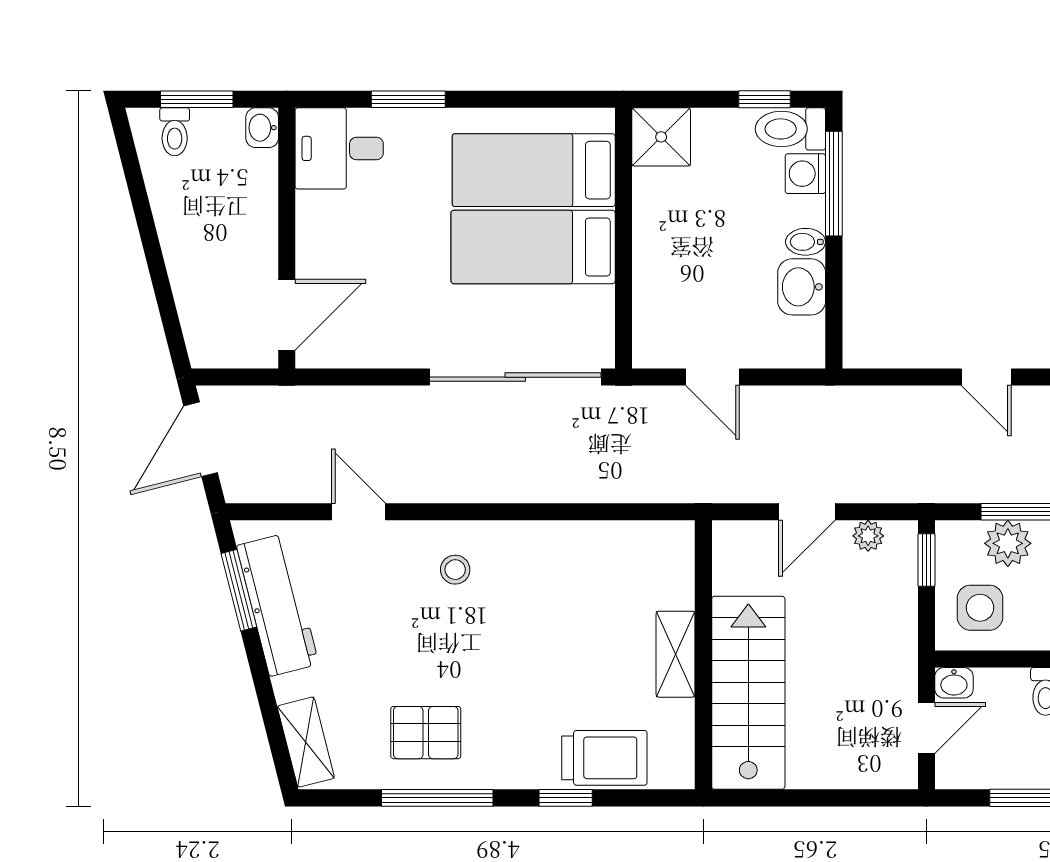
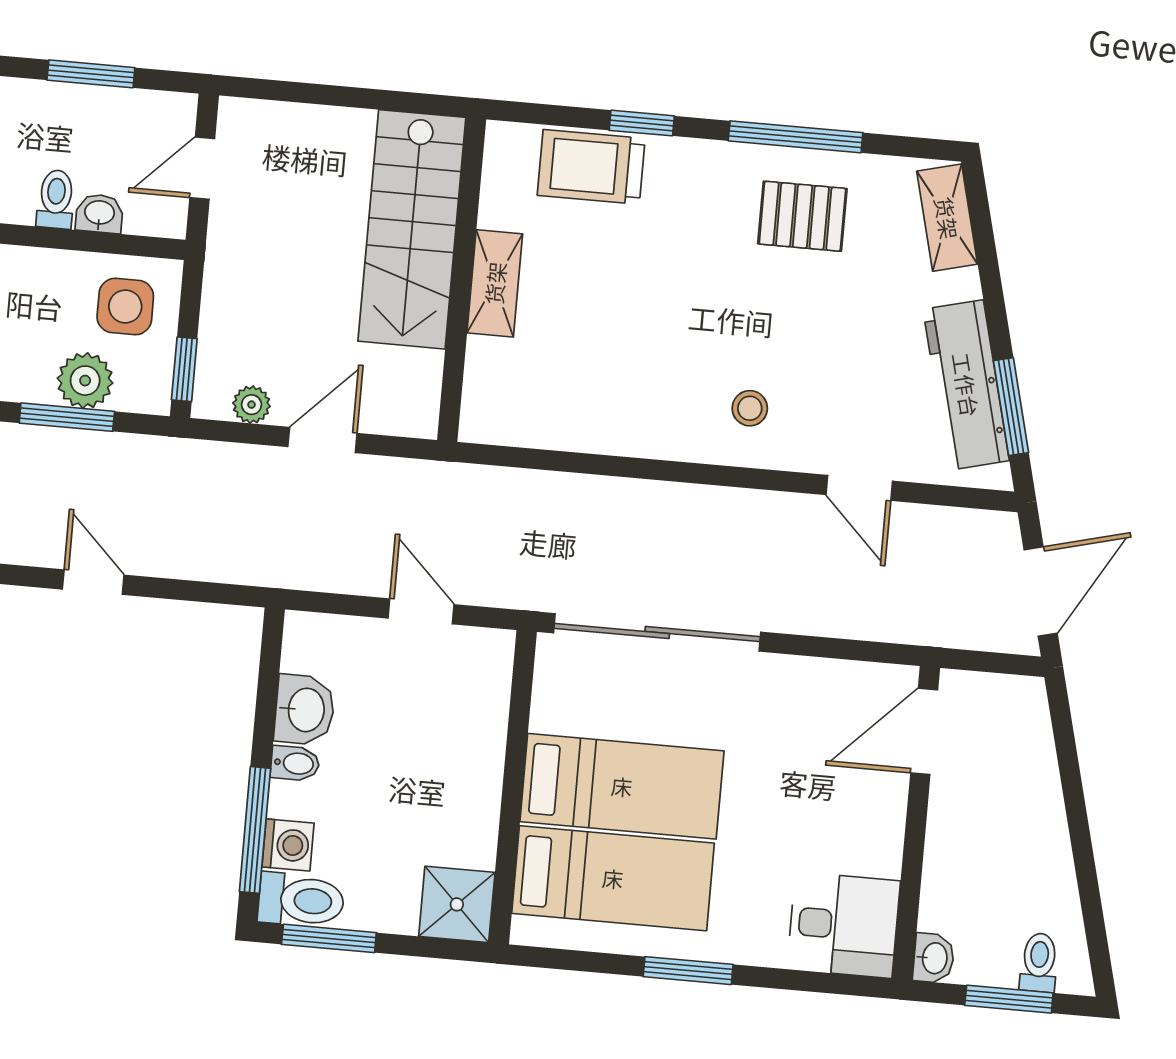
window: (408, 99) -> (688, 971), moved
window: (765, 99) -> (329, 938), width x1.50
washbasin: (954, 683) -> (99, 214), moved

